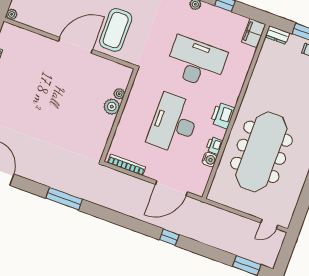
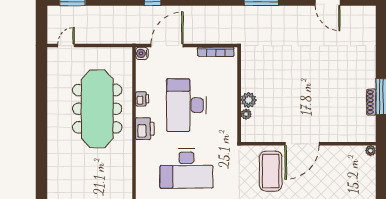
desk: (174, 124) -> (187, 105), turned 180
water cooler: (209, 160) -> (142, 53), moved

